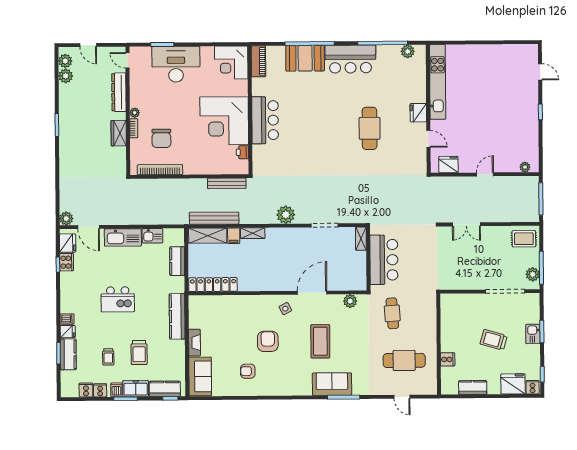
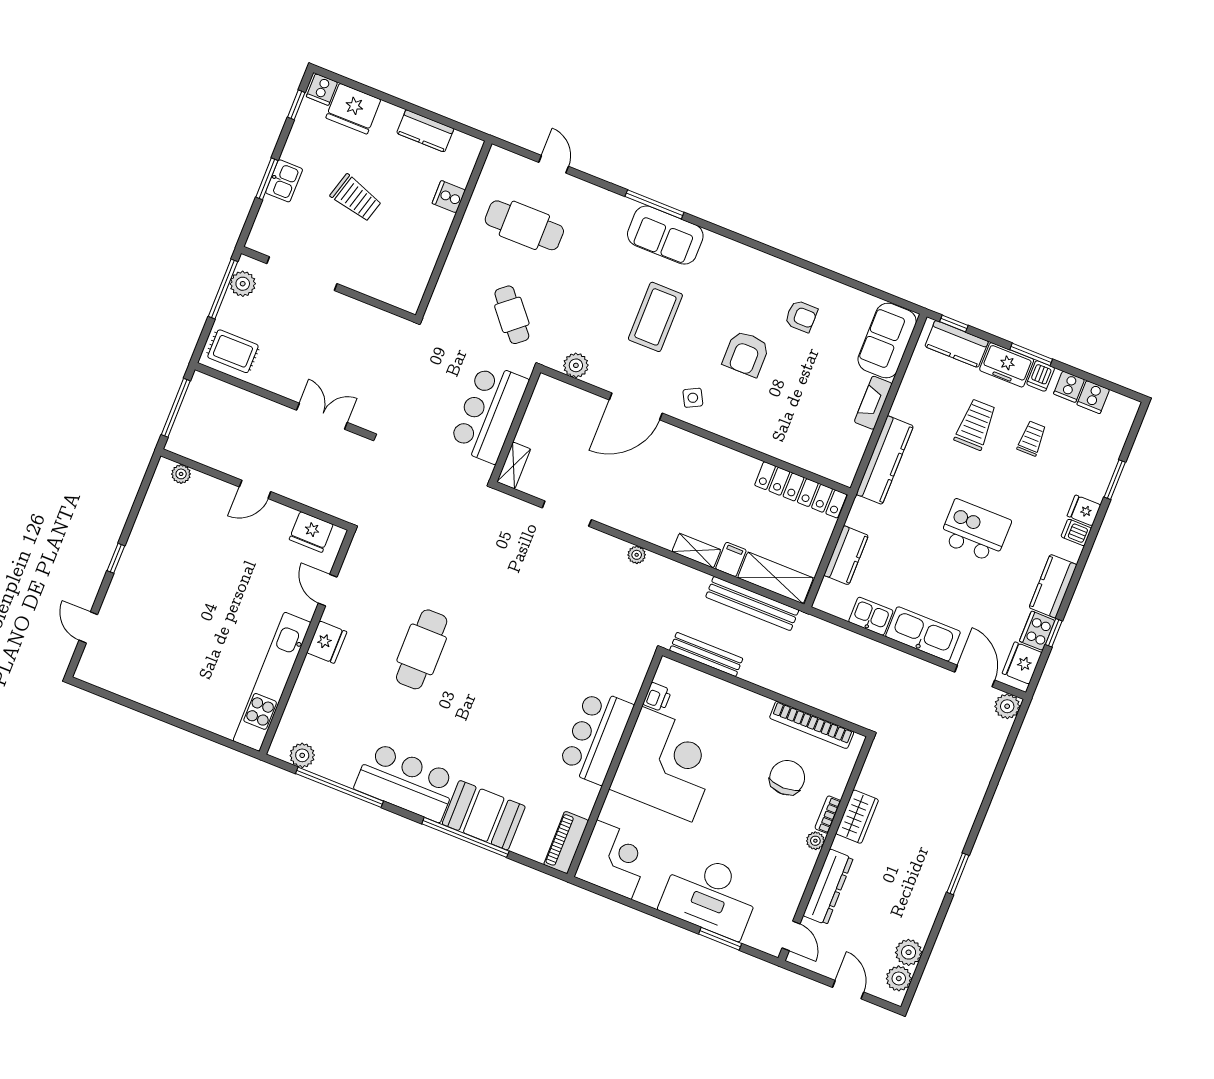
plant: (286, 215) -> (637, 555), width x0.53, depth x0.53
cafe table: (392, 313) -> (512, 315), turned -36
kitchen counter: (68, 354) -> (1053, 586), moved

